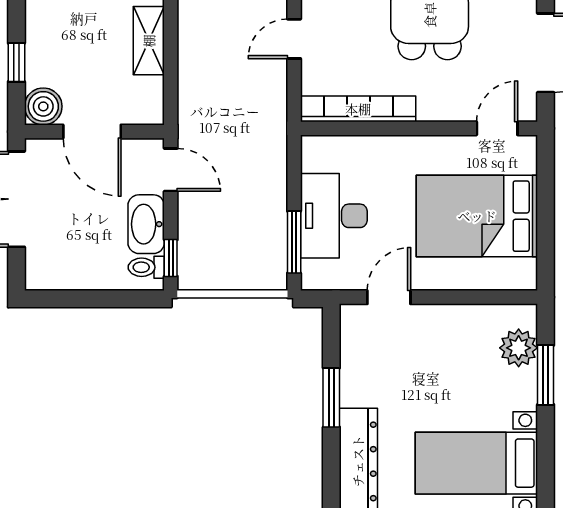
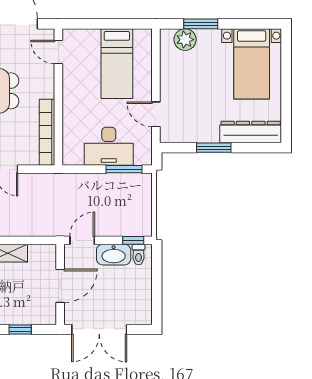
boiler: (43, 106) -> (46, 314), removed
bed: (477, 216) -> (117, 64), width x0.67

